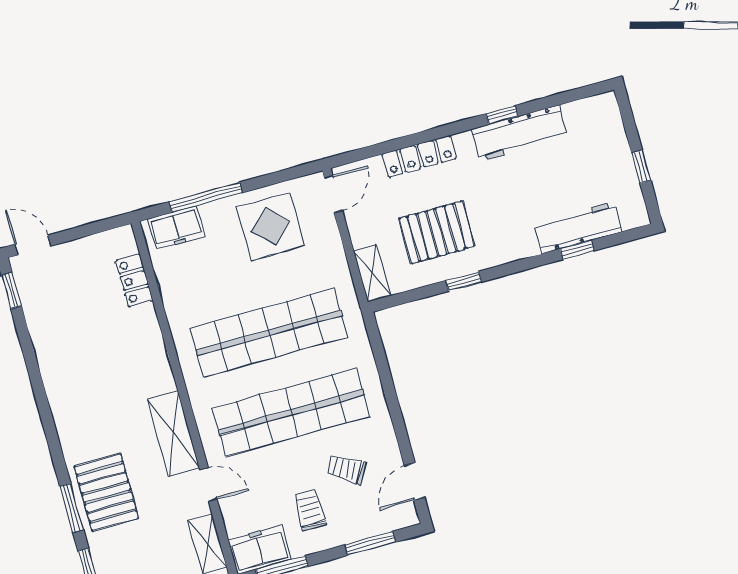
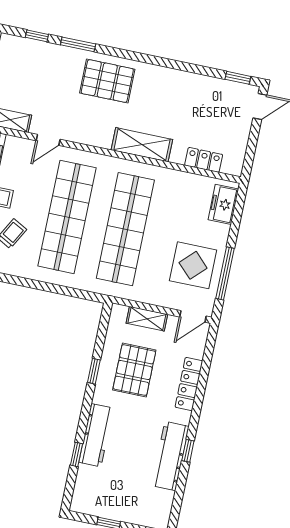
door: (333, 194) -> (193, 316), hinge flipped
window: (206, 197) -> (225, 273), moved
workbench: (578, 228) -> (96, 435), moved
shelving: (372, 273) -> (147, 319), moved
shelving: (173, 434) -> (142, 145), moved
pallet: (106, 492) -> (107, 81), moved

